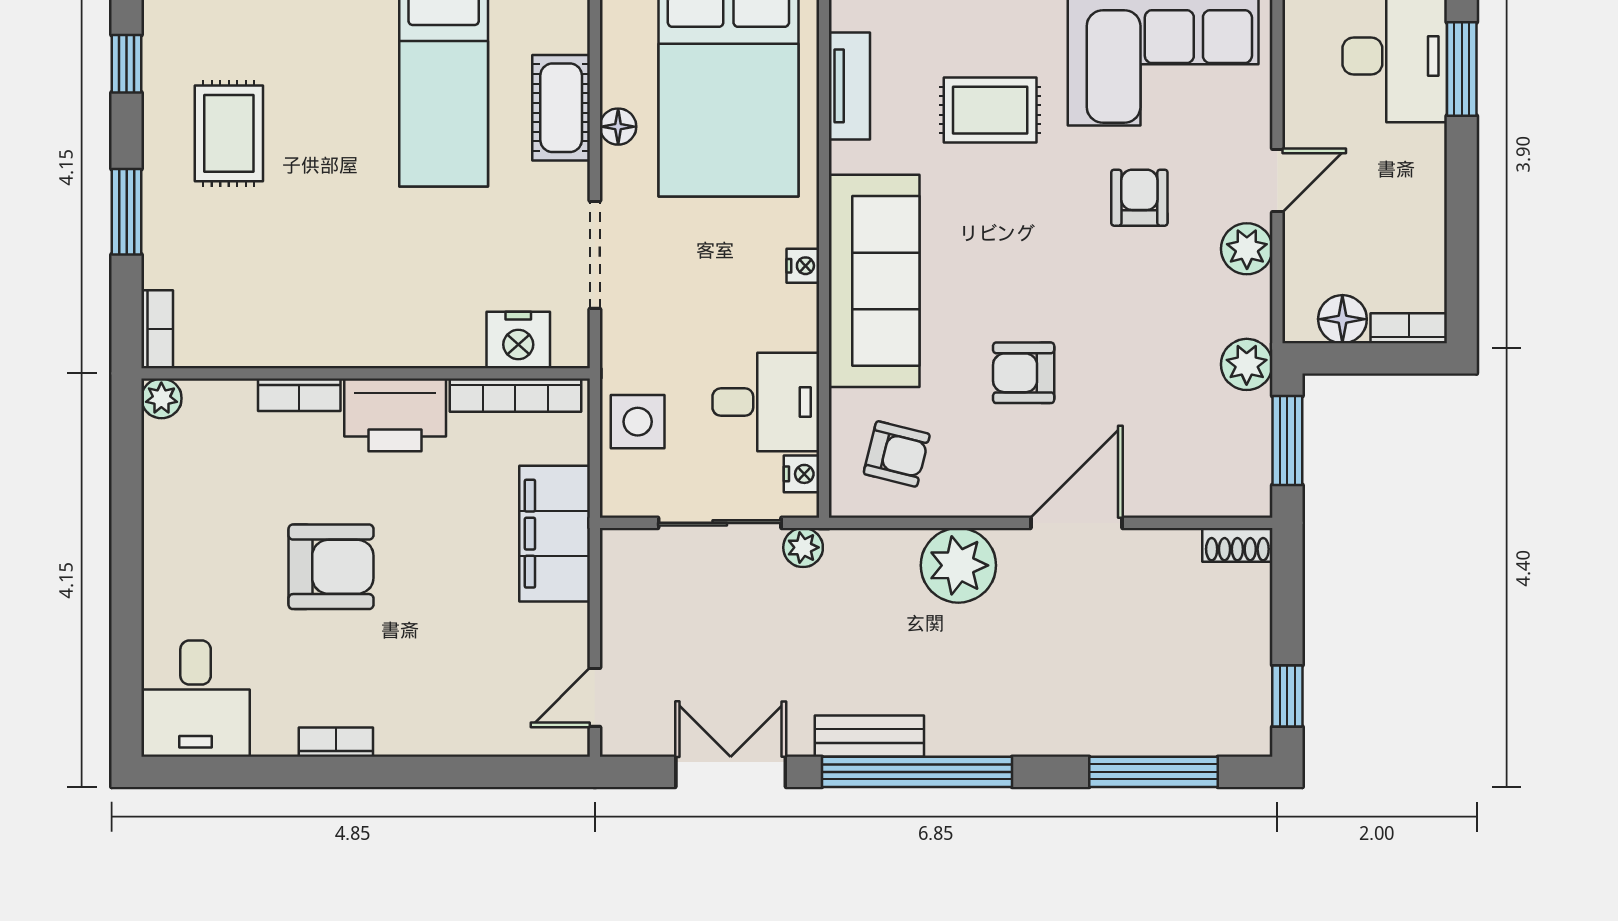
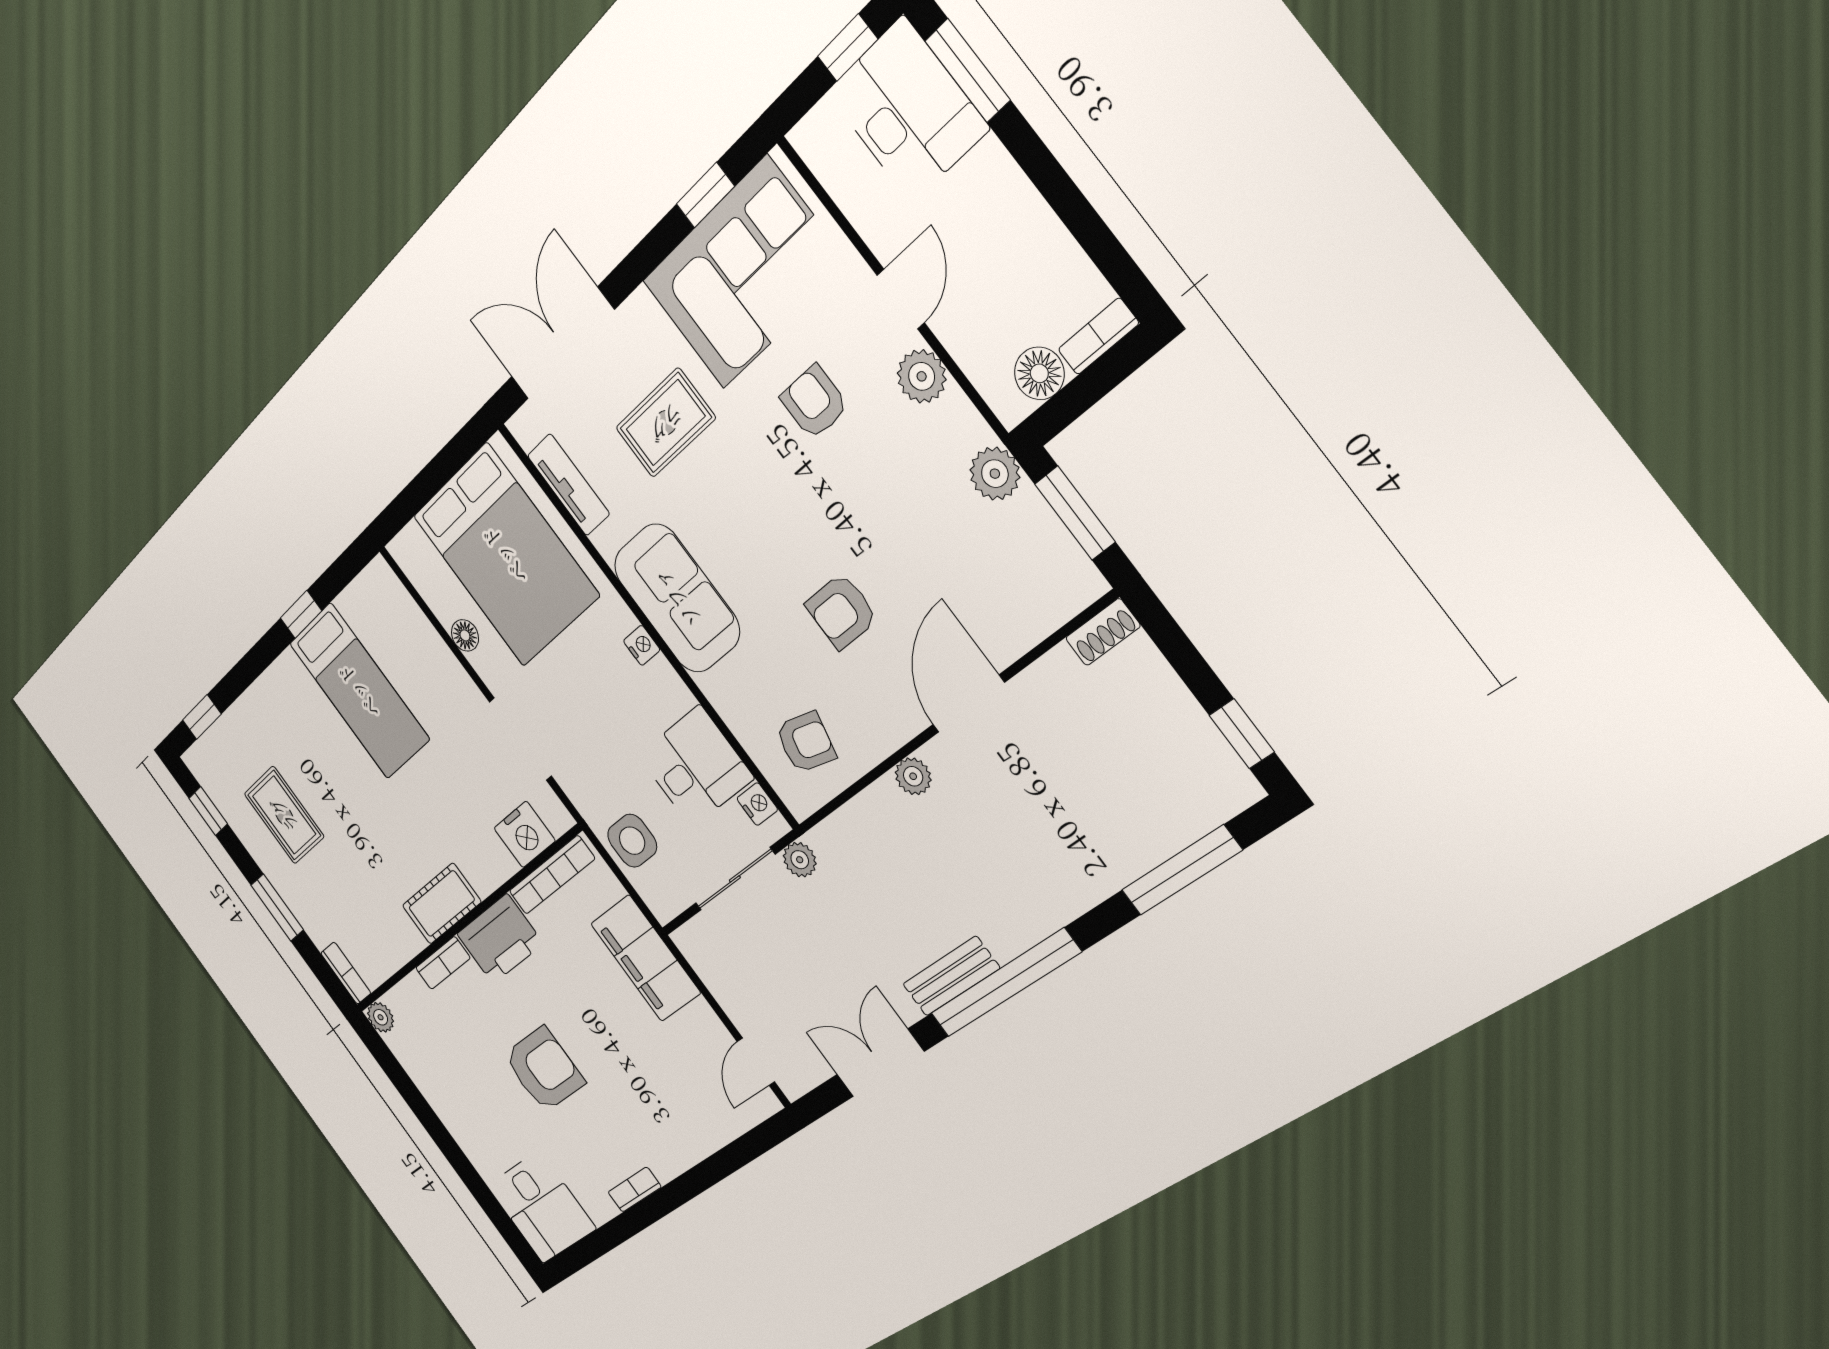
cot: (561, 108) -> (442, 904), moved, turned 90
sofa: (874, 281) -> (677, 598), width x0.73
plant: (958, 565) -> (913, 776), width x0.53, depth x0.53

